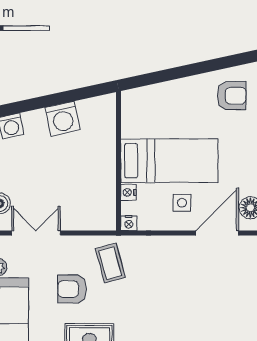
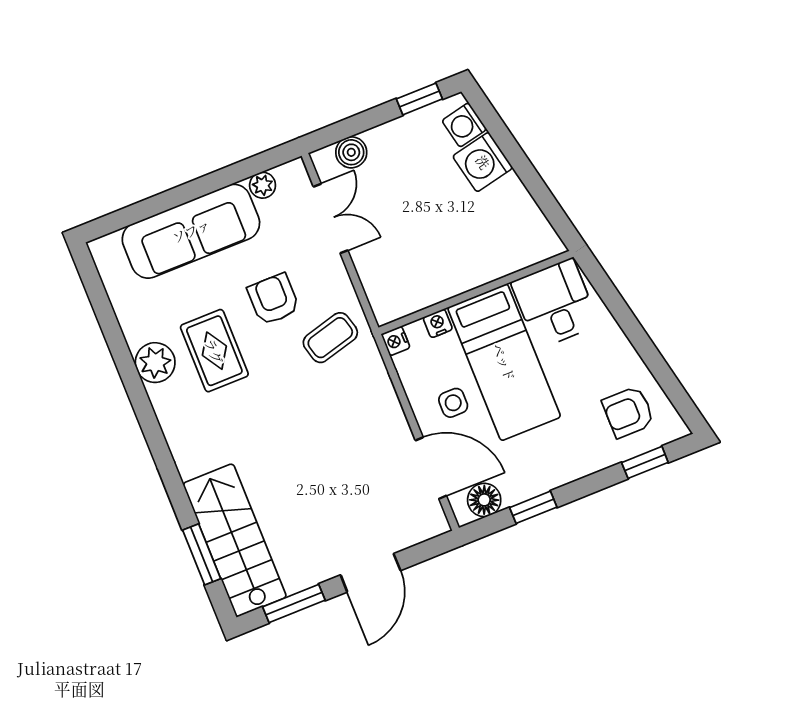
armchair: (232, 96) -> (628, 412), turned 90
desk: (145, 114) -> (555, 304), added
washing machine: (63, 119) -> (483, 162), moved

